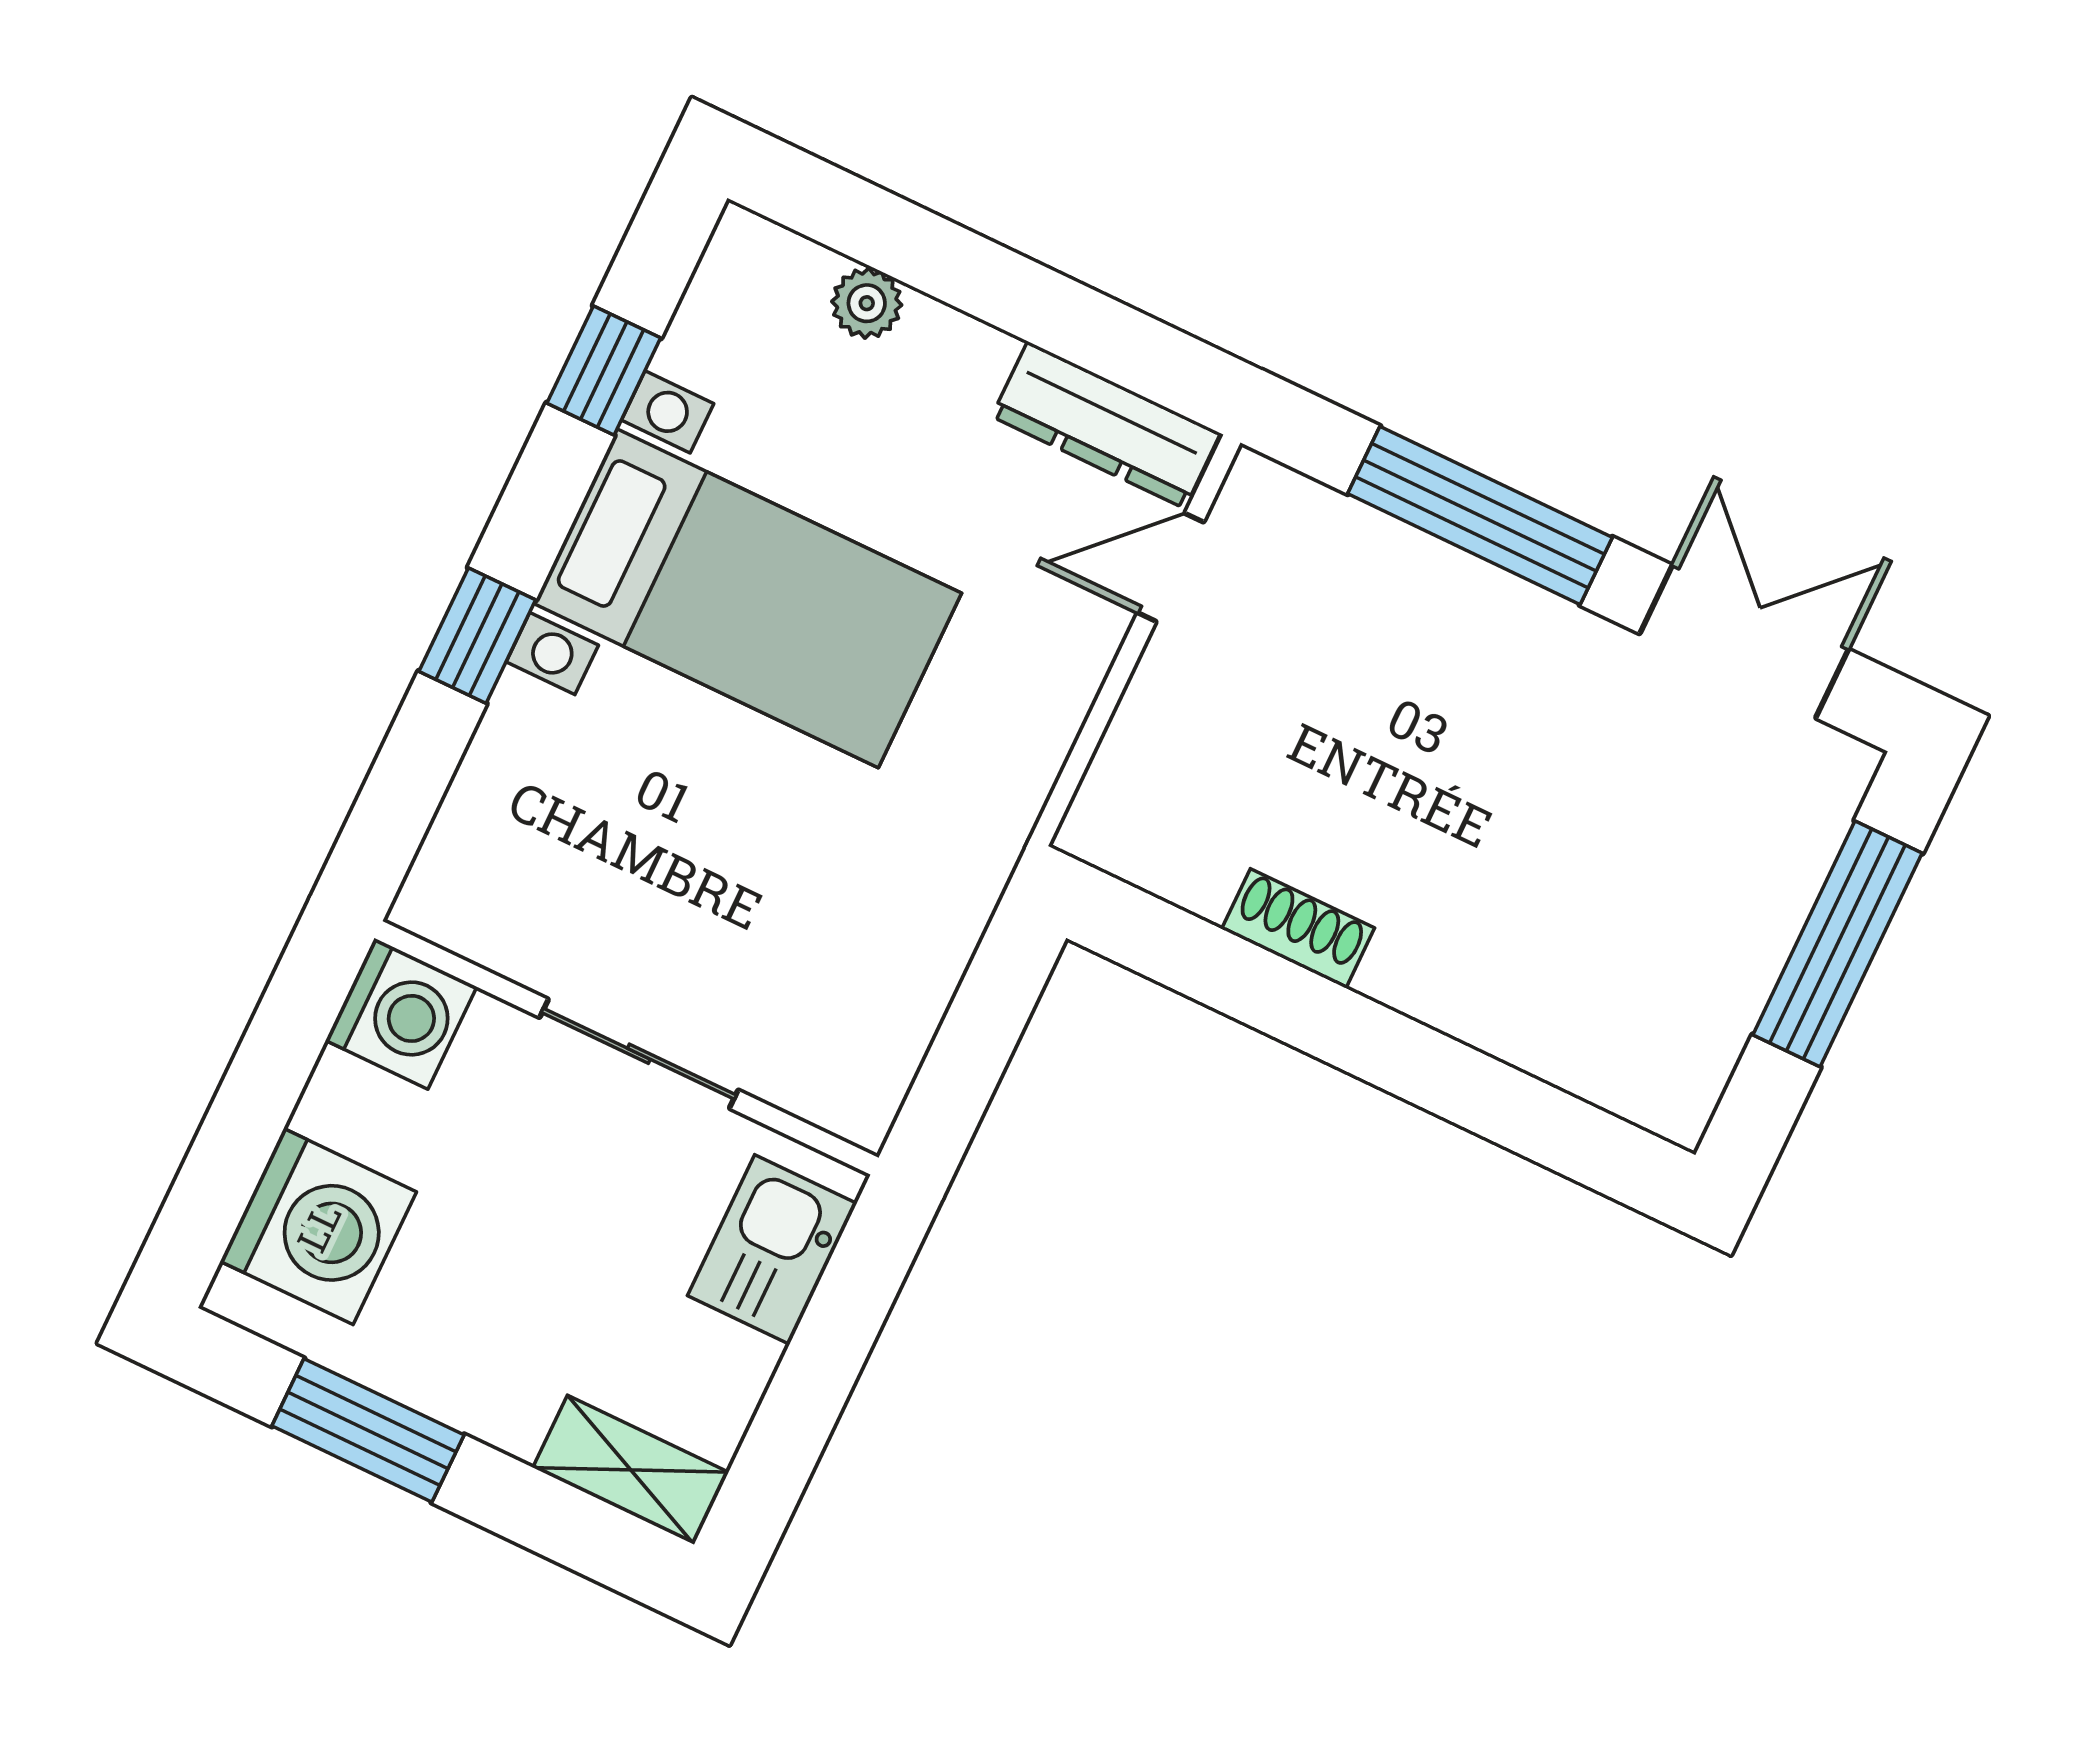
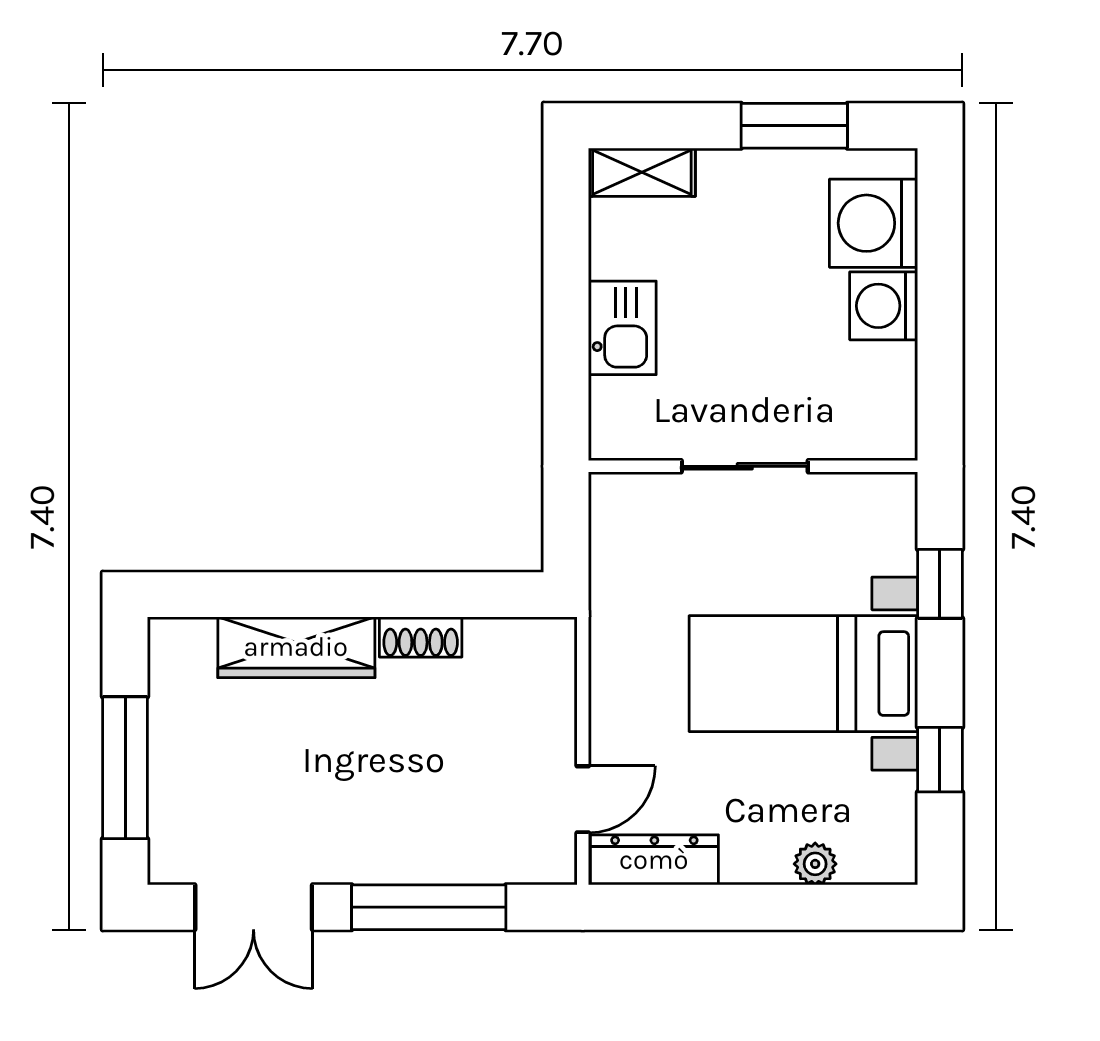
wardrobe: (1493, 1002) -> (296, 647), added
washing machine: (401, 1014) -> (884, 306), moved
wall: (626, 1048) -> (753, 466), moved
sliding door: (639, 1054) -> (745, 466), moved

